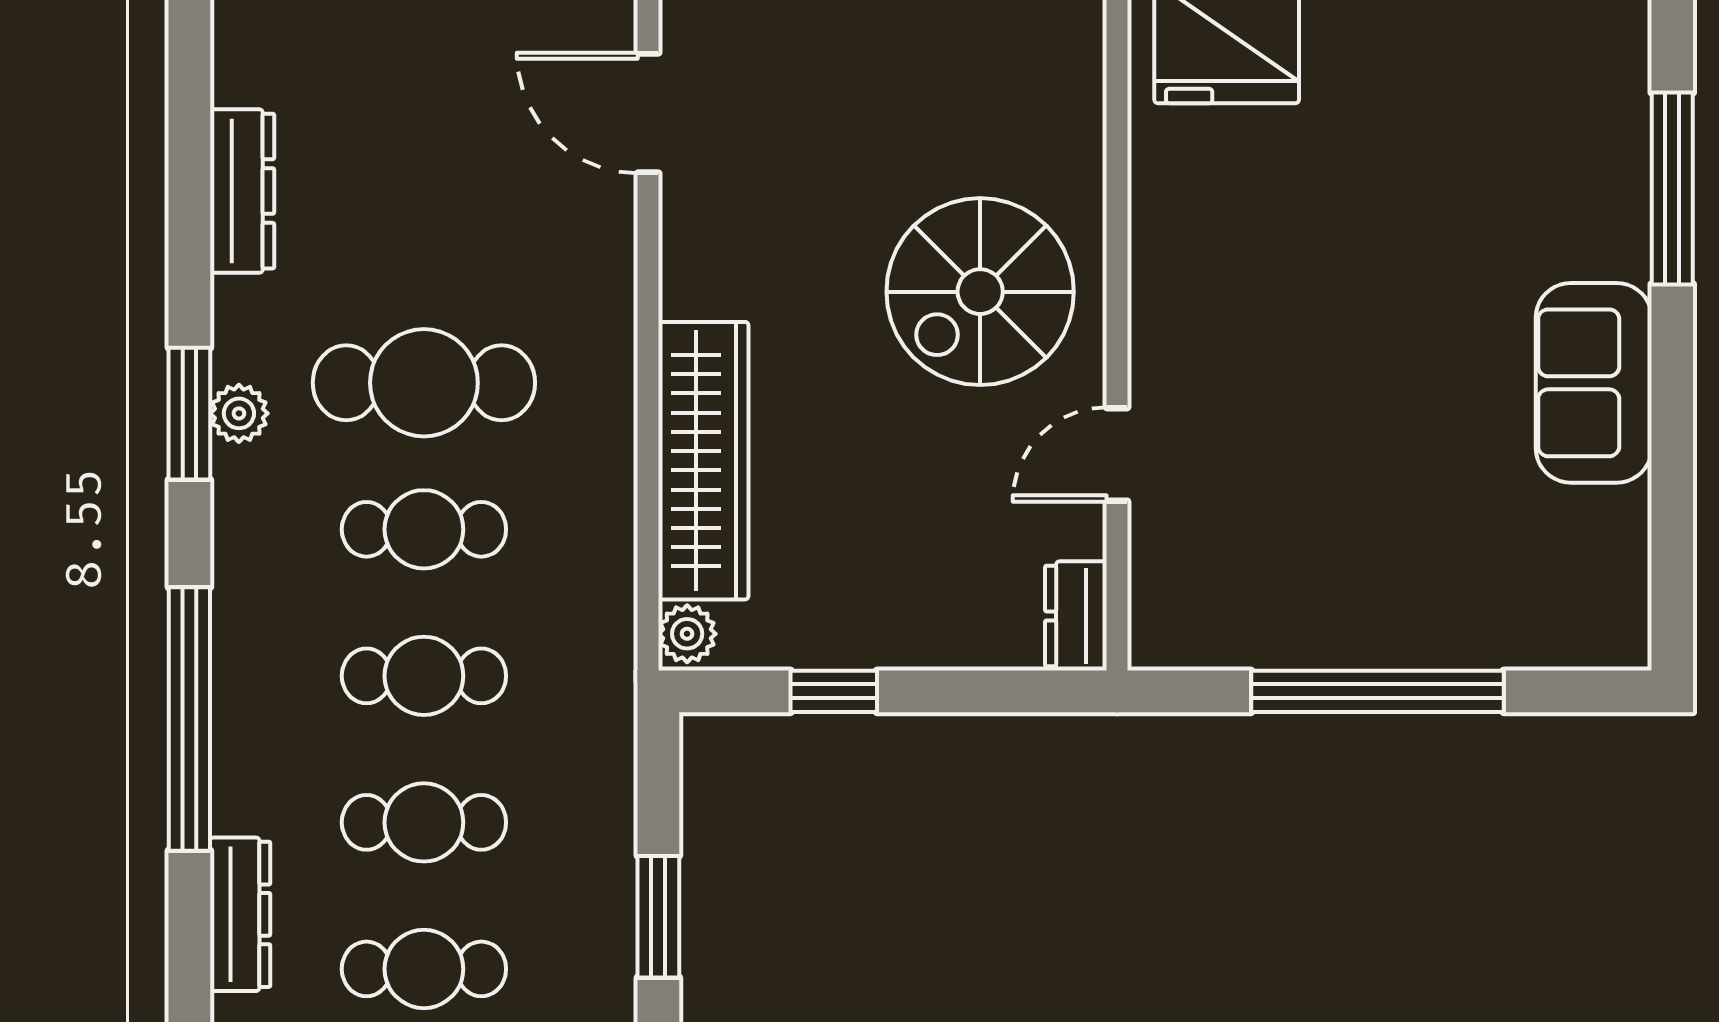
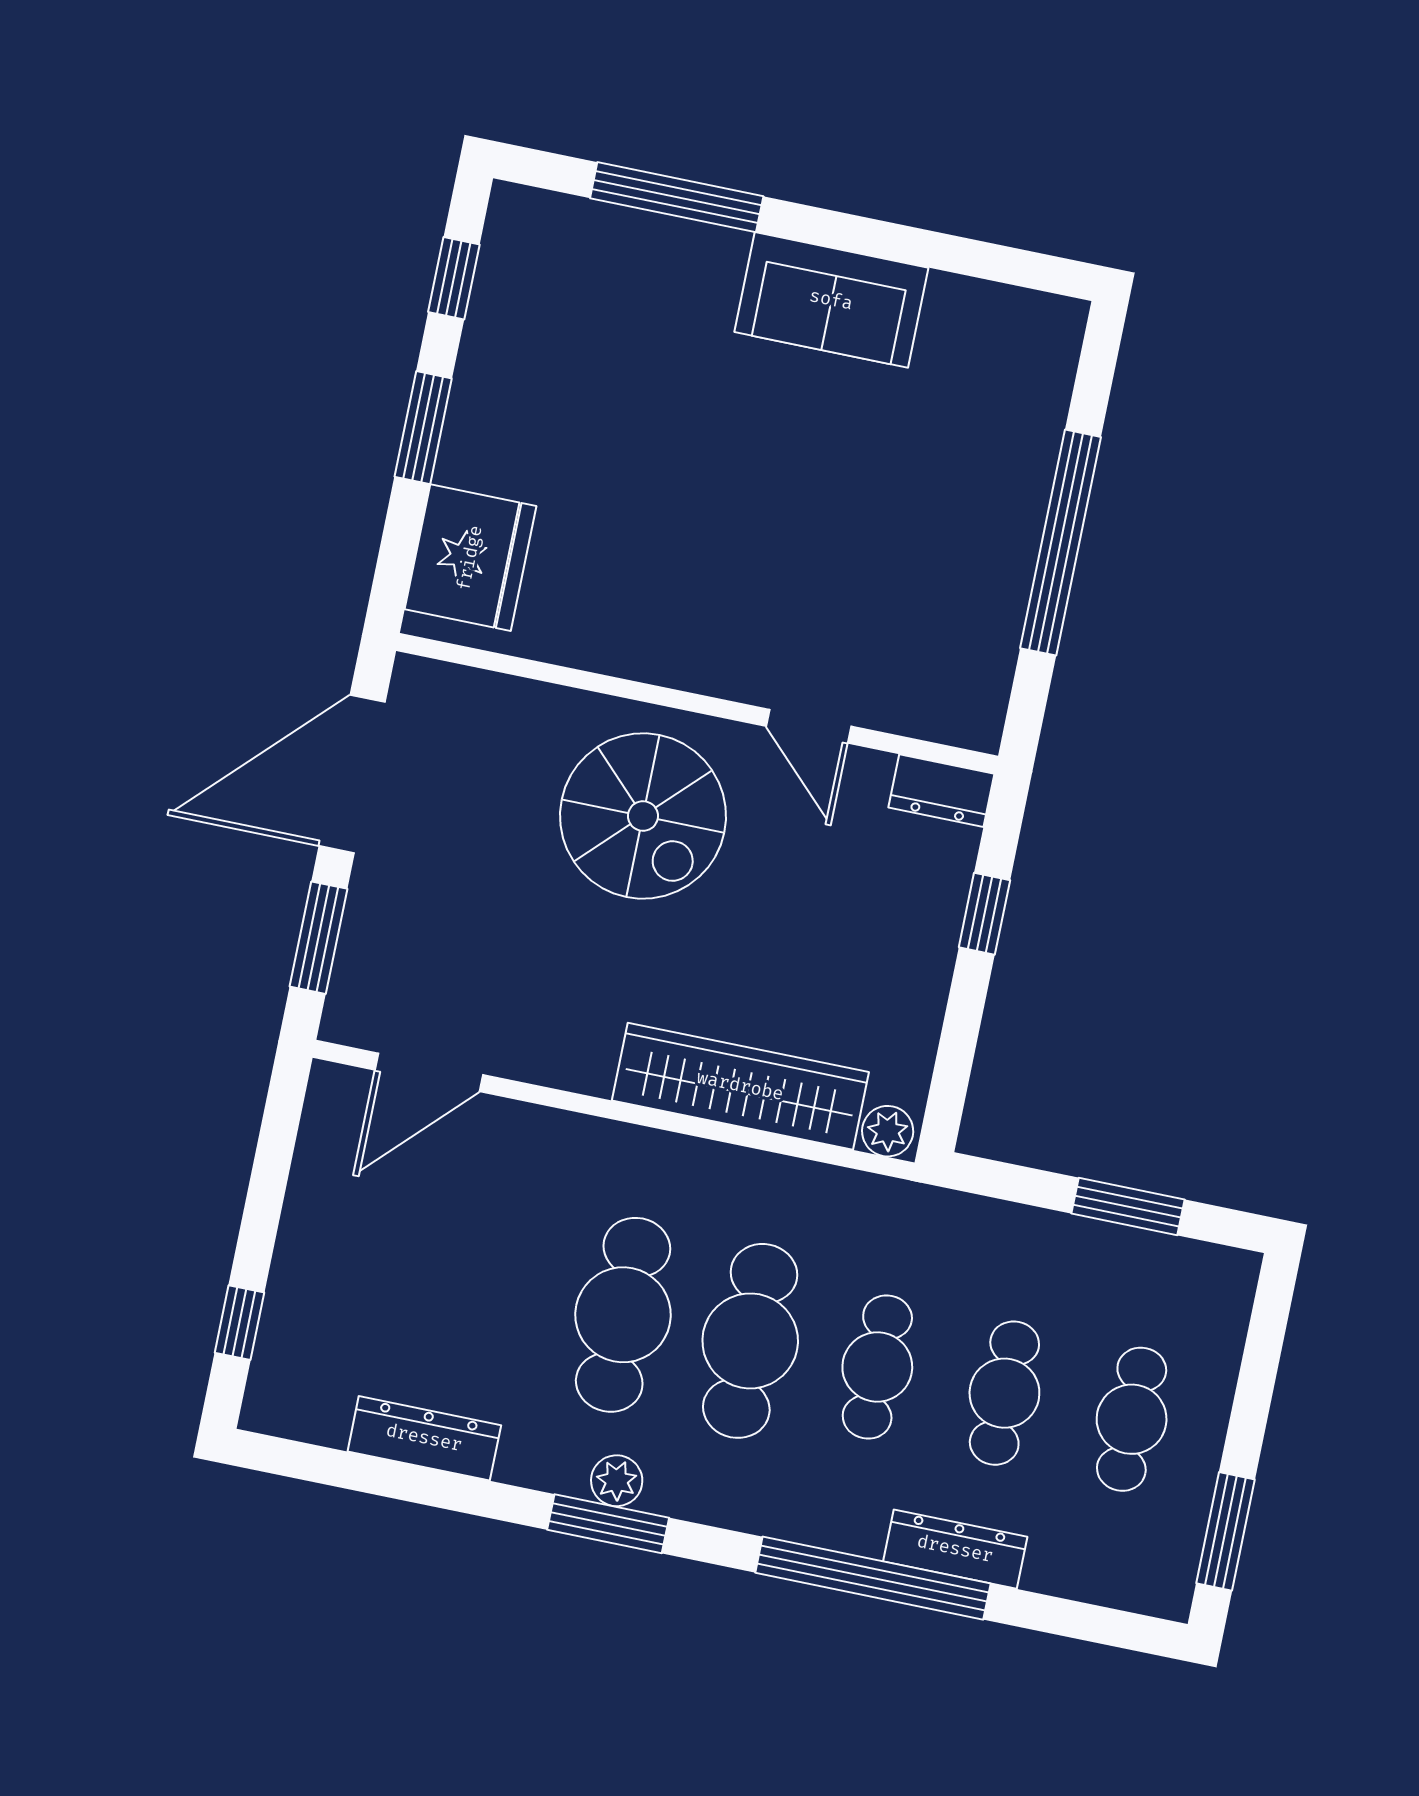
cafe table: (424, 529) -> (750, 1341), width x1.37, depth x1.35
window: (834, 691) -> (984, 914), moved
dresser: (240, 914) -> (955, 1549), moved

